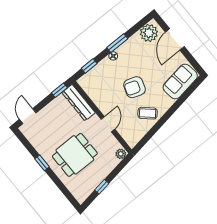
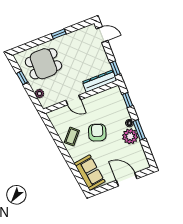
plant: (149, 33) -> (130, 136), moved
plant: (121, 154) -> (39, 93), moved
dining table: (75, 155) -> (43, 64), moved, turned 90

